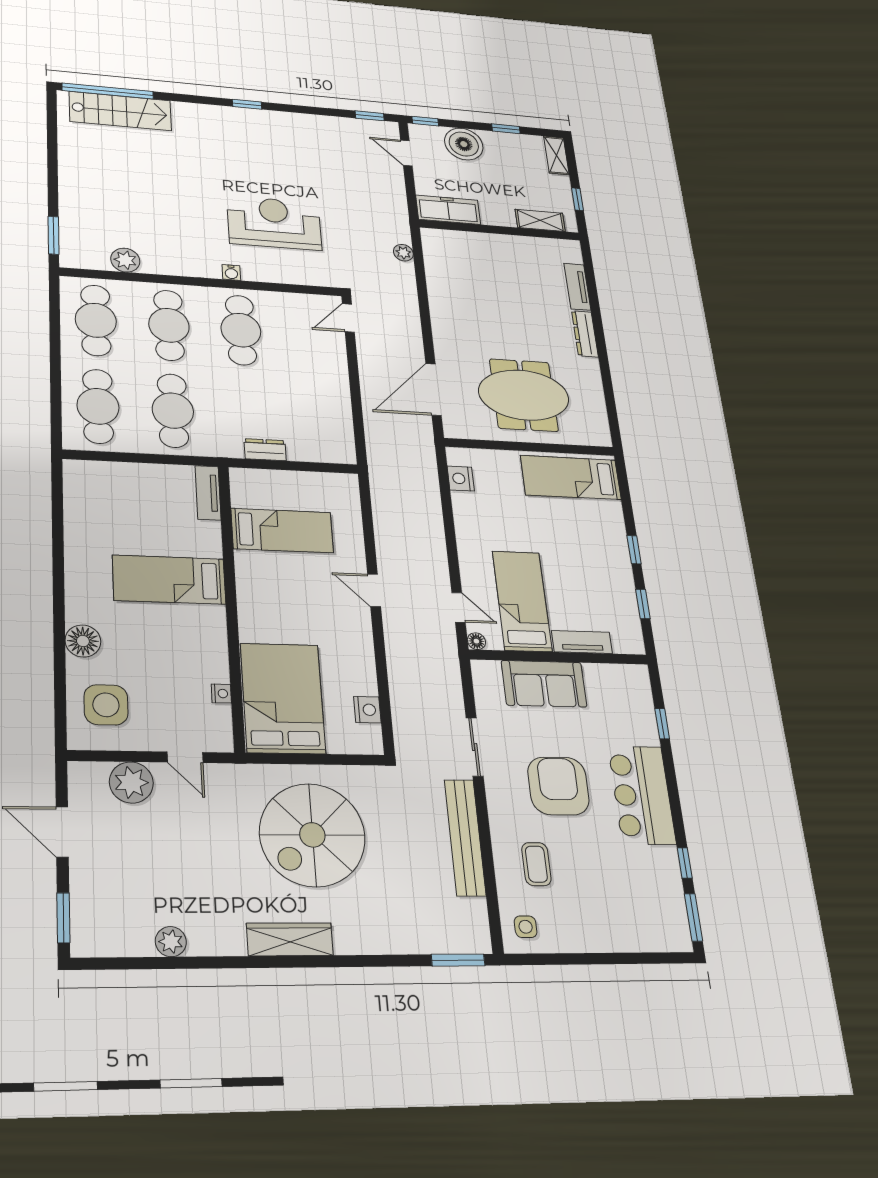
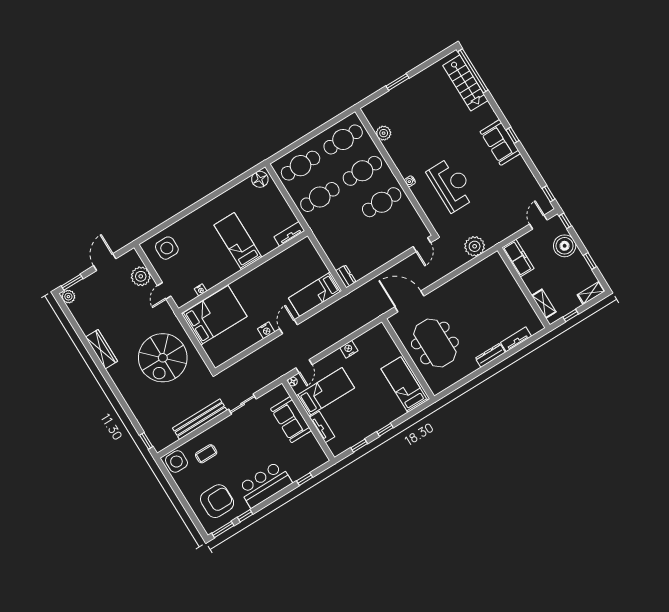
sofa: (248, 125) -> (500, 142), added
window: (54, 235) -> (397, 82), moved
plant: (403, 253) -> (475, 246), width x1.87, depth x1.87
door: (348, 318) -> (422, 245), swing flipped
dresser: (265, 450) -> (346, 276), moved
nightstand: (461, 478) -> (349, 349), moved
bed: (282, 530) -> (315, 294), moved, turned 90
floor lamp: (83, 641) -> (260, 179), moved
nightstand: (367, 710) -> (266, 330), moved
armchair: (558, 786) -> (217, 501), moved
spiral stairs: (312, 835) -> (163, 358), turned -90
side table: (526, 927) -> (176, 462), width x1.87, depth x1.87
wardrobe: (290, 939) -> (101, 349), moved
plant: (171, 942) -> (68, 297), moved
window: (458, 960) -> (146, 441), width x0.67

